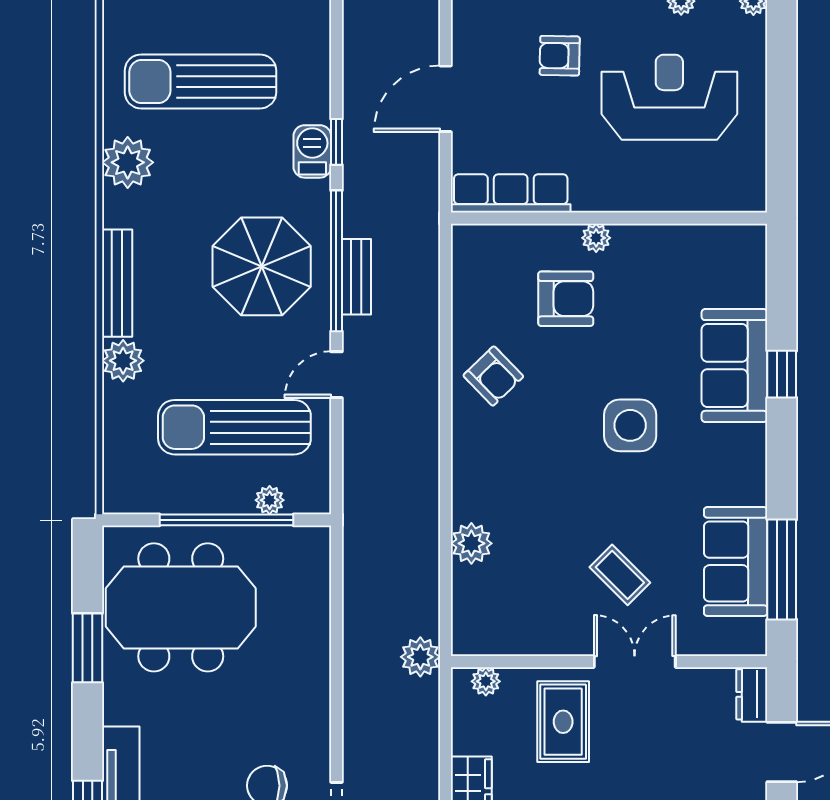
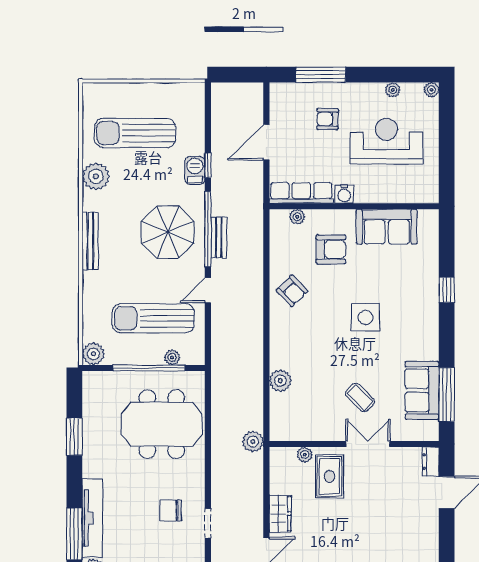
water cooler: (591, 196) -> (344, 194), added
plant: (596, 238) -> (297, 217), moved
plant: (123, 361) -> (93, 354), moved
sofa: (734, 365) -> (387, 227), moved, turned -90
meeting table: (181, 607) -> (162, 424), moved
plant: (486, 681) -> (305, 455), moved

